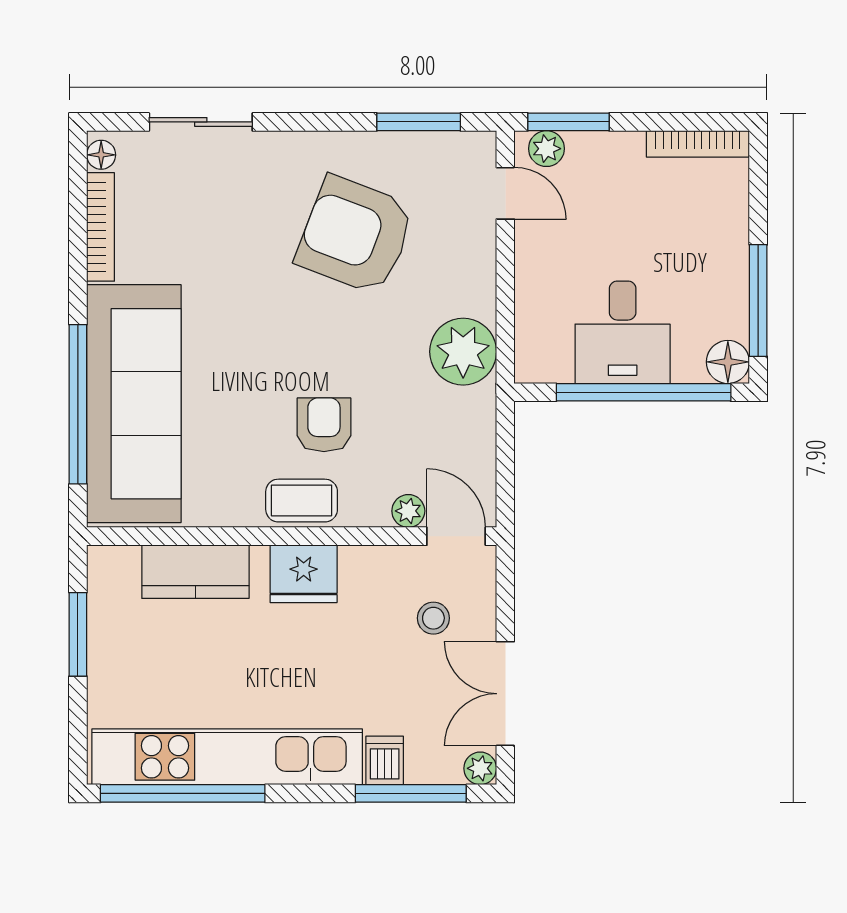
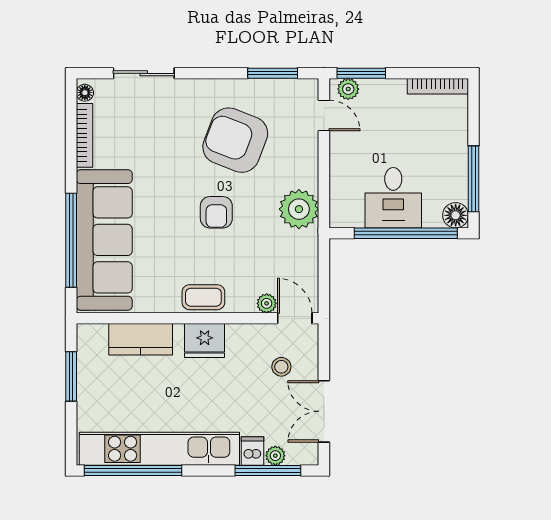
armchair: (324, 425) -> (216, 212), moved, turned 180
plant: (480, 768) -> (275, 456), moved

